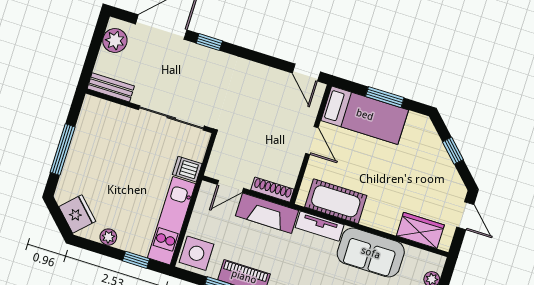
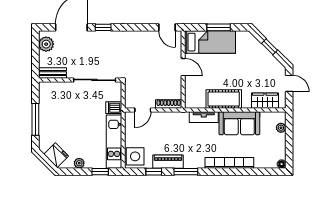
cot: (336, 201) -> (224, 99), moved
fireplace: (267, 213) -> (170, 119), removed

